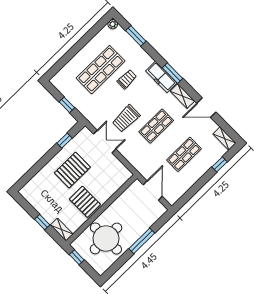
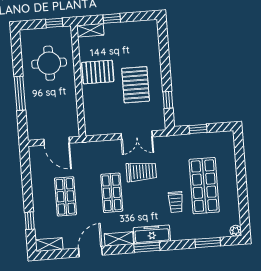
trolley: (126, 118) -> (141, 172), turned 90
round table: (106, 238) -> (49, 63), width x0.73, depth x0.73

